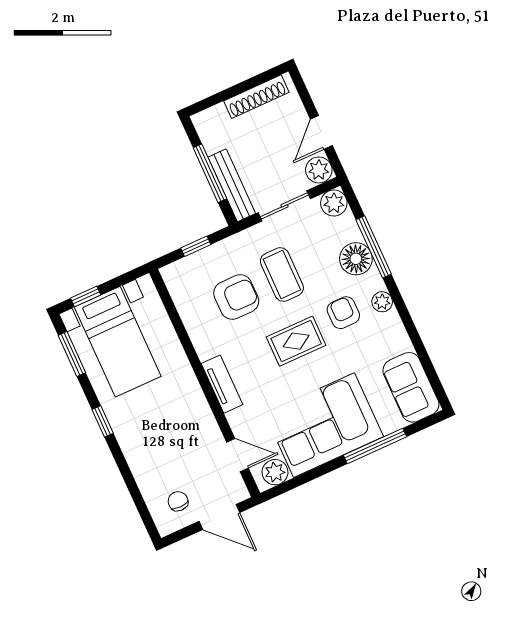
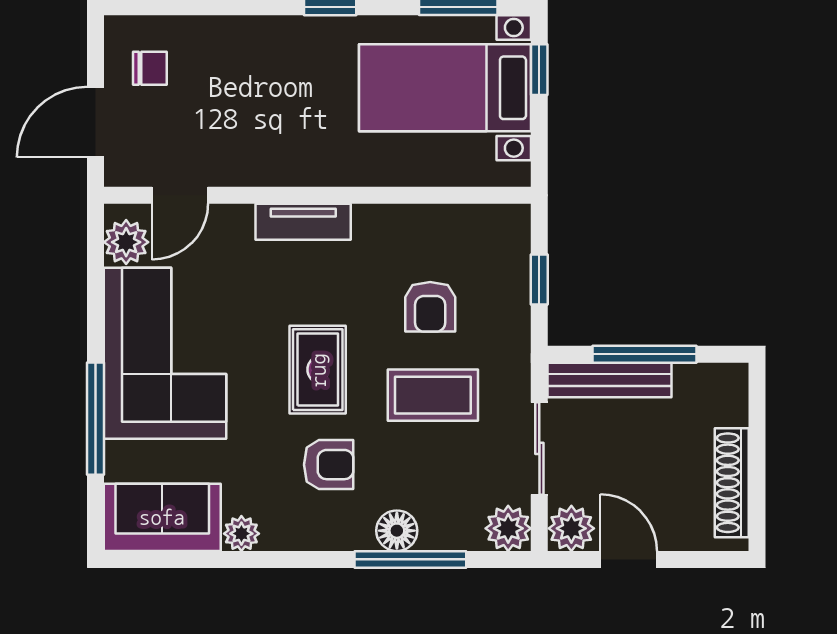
floor lamp: (356, 259) -> (397, 531), width x0.73, depth x0.73
armchair: (236, 297) -> (430, 307), width x0.72, depth x0.72
plant: (382, 302) -> (241, 534), moved

